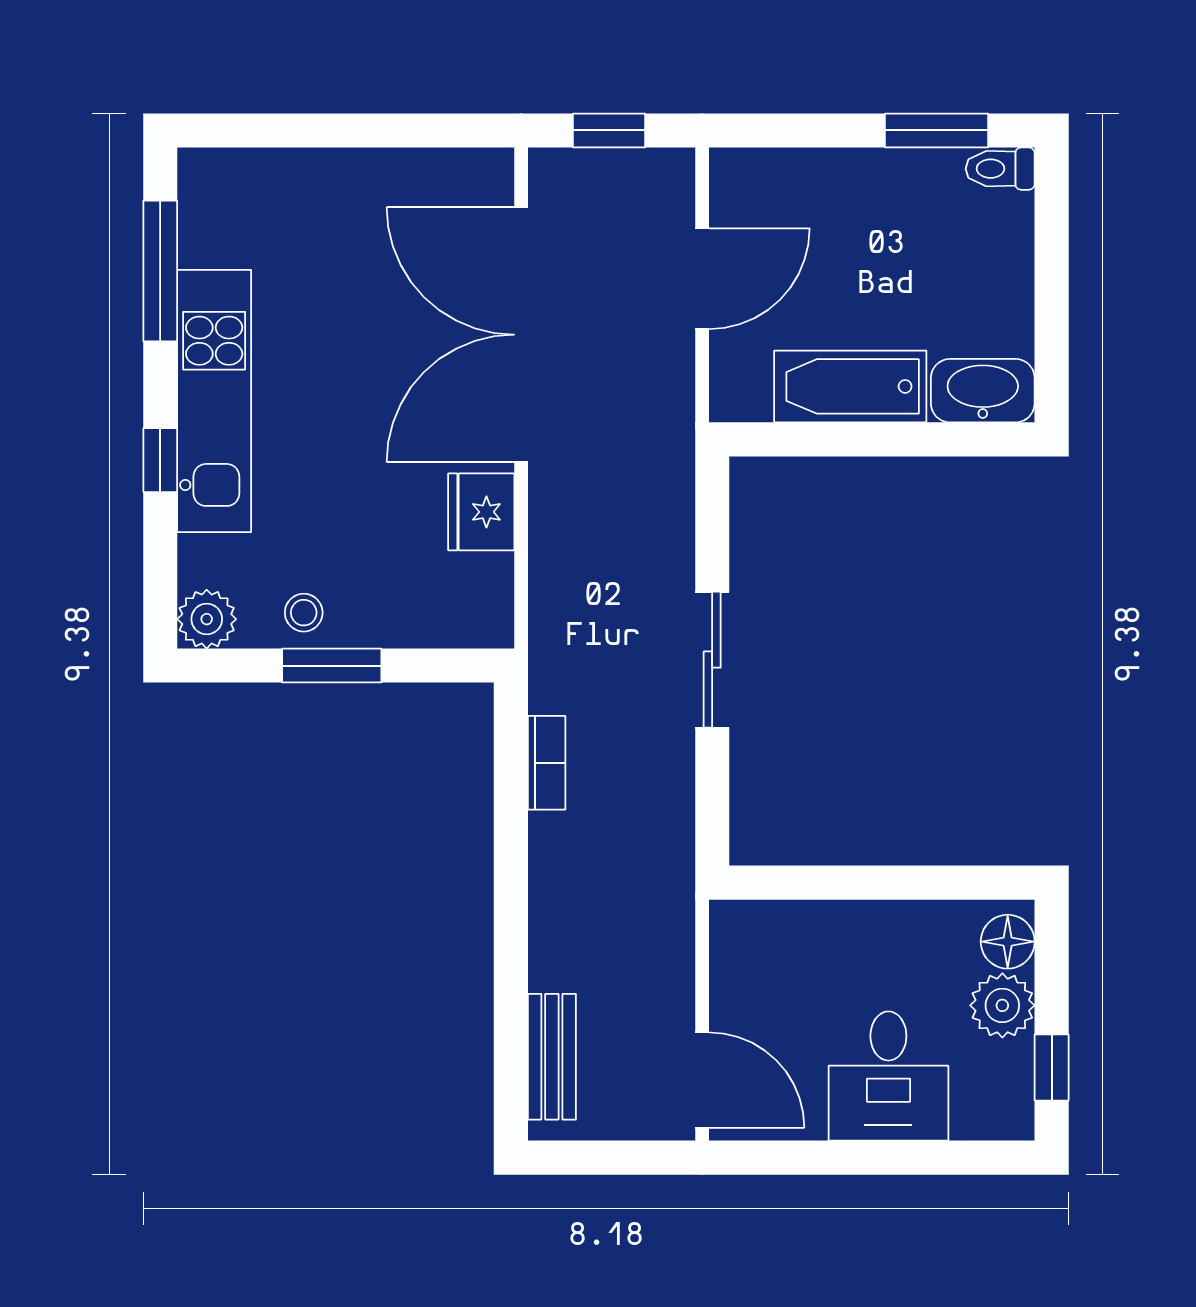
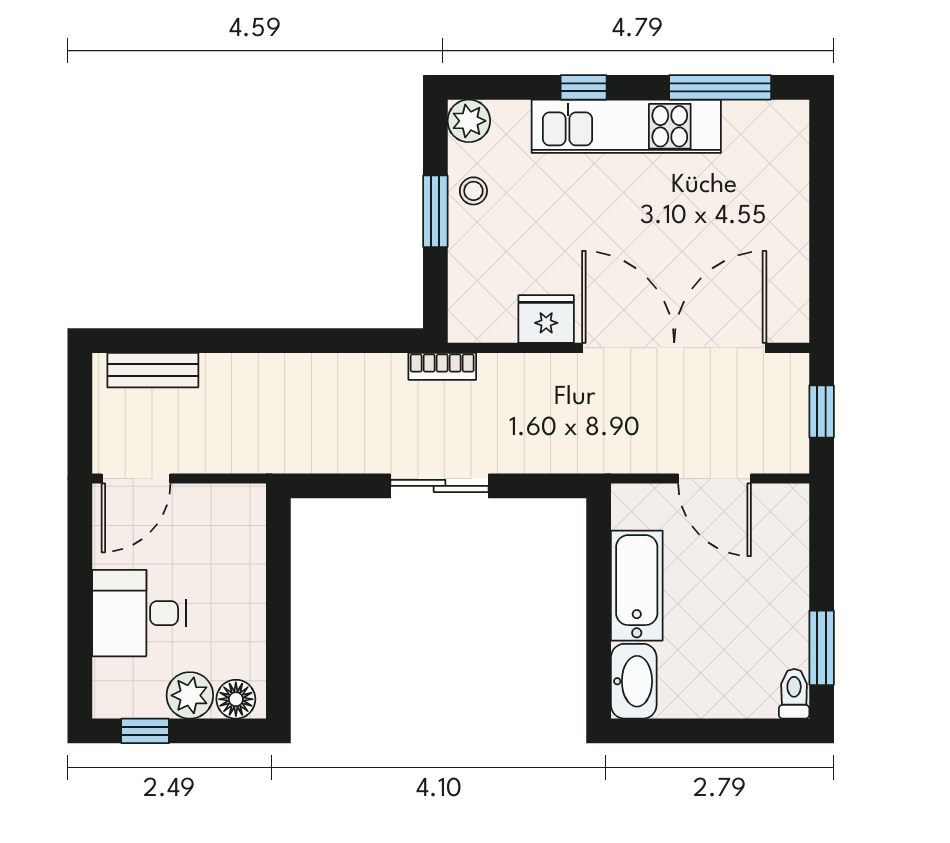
bookcase: (547, 763) -> (442, 366), moved

